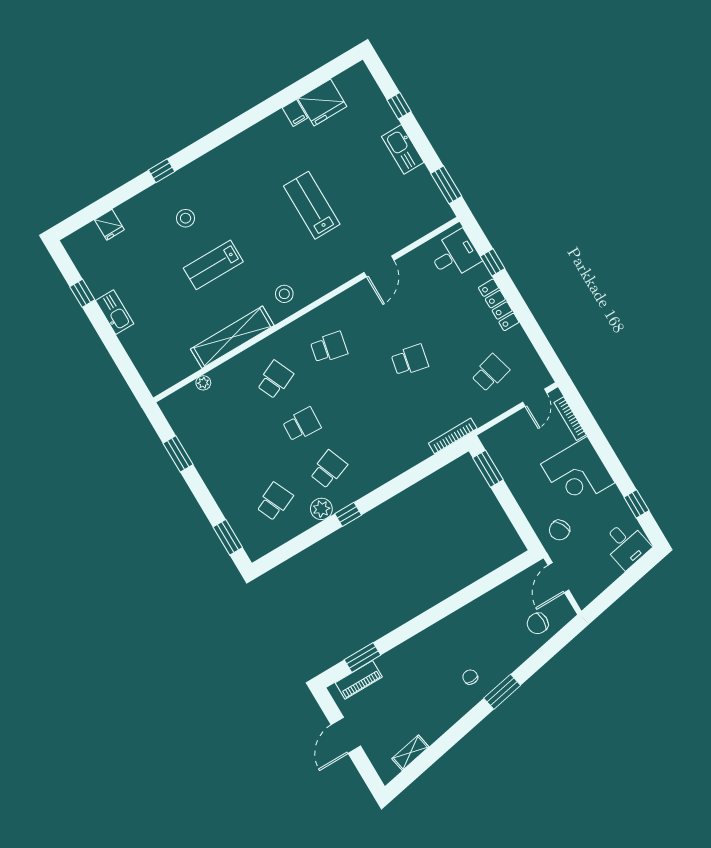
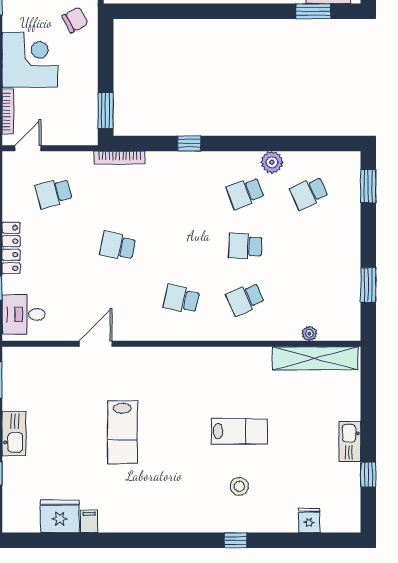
stool: (284, 294) -> (192, 369), removed
shelving: (232, 337) -> (315, 358), moved
window: (348, 514) -> (189, 143), moved

